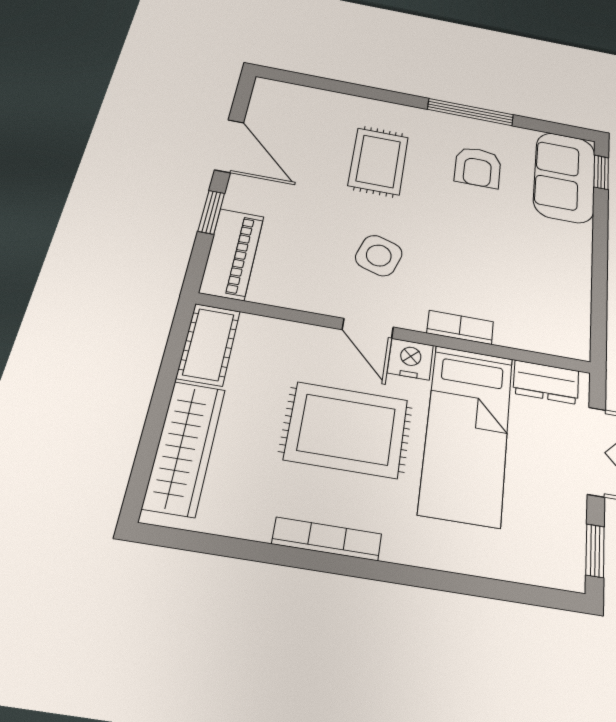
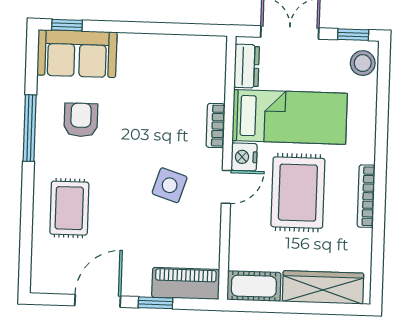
rug: (378, 161) -> (69, 208), moved, turned 90
armchair: (478, 167) -> (81, 120), turned -90
stool: (549, 561) -> (363, 63), added

